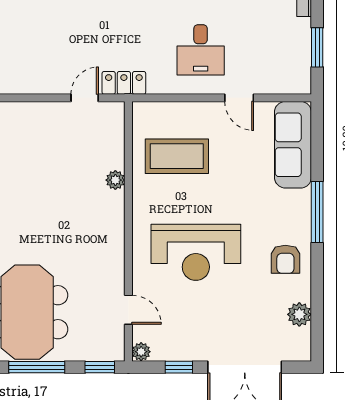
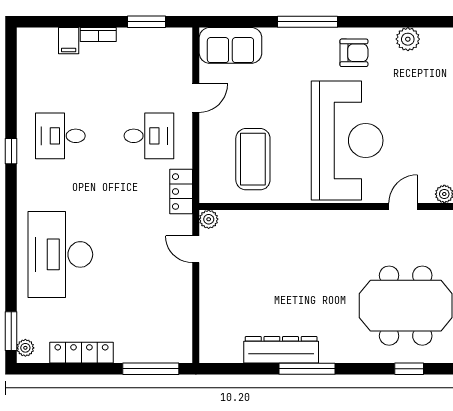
locker: (124, 83) -> (181, 192), moved
sofa: (293, 145) -> (230, 45), width x0.73
plant: (115, 180) -> (209, 219), moved
reception desk: (196, 252) -> (347, 140), width x1.36, depth x1.30

